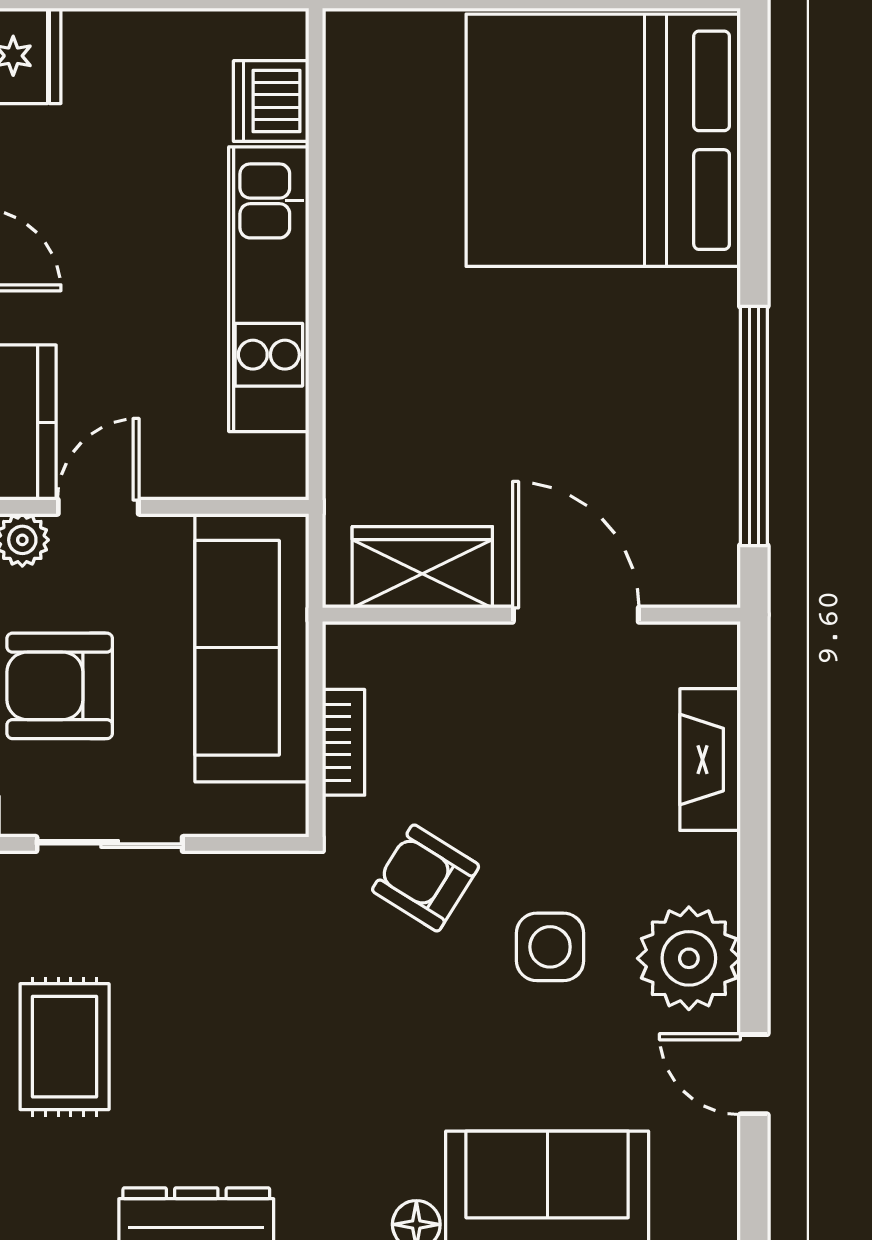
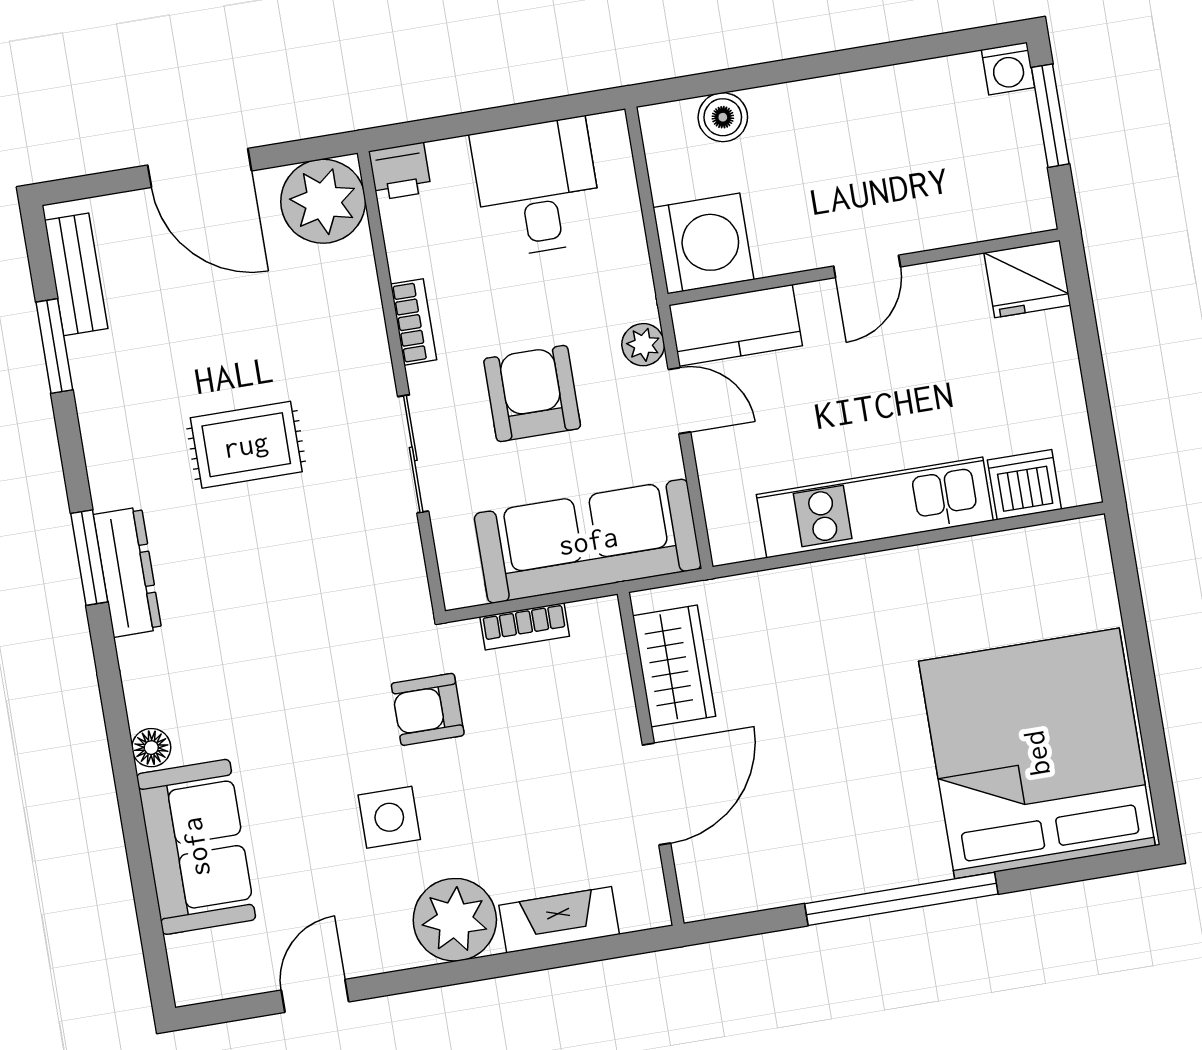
window: (754, 426) -> (901, 899), moved
armchair: (426, 878) -> (428, 709), turned -122
plant: (689, 958) -> (455, 920), moved

